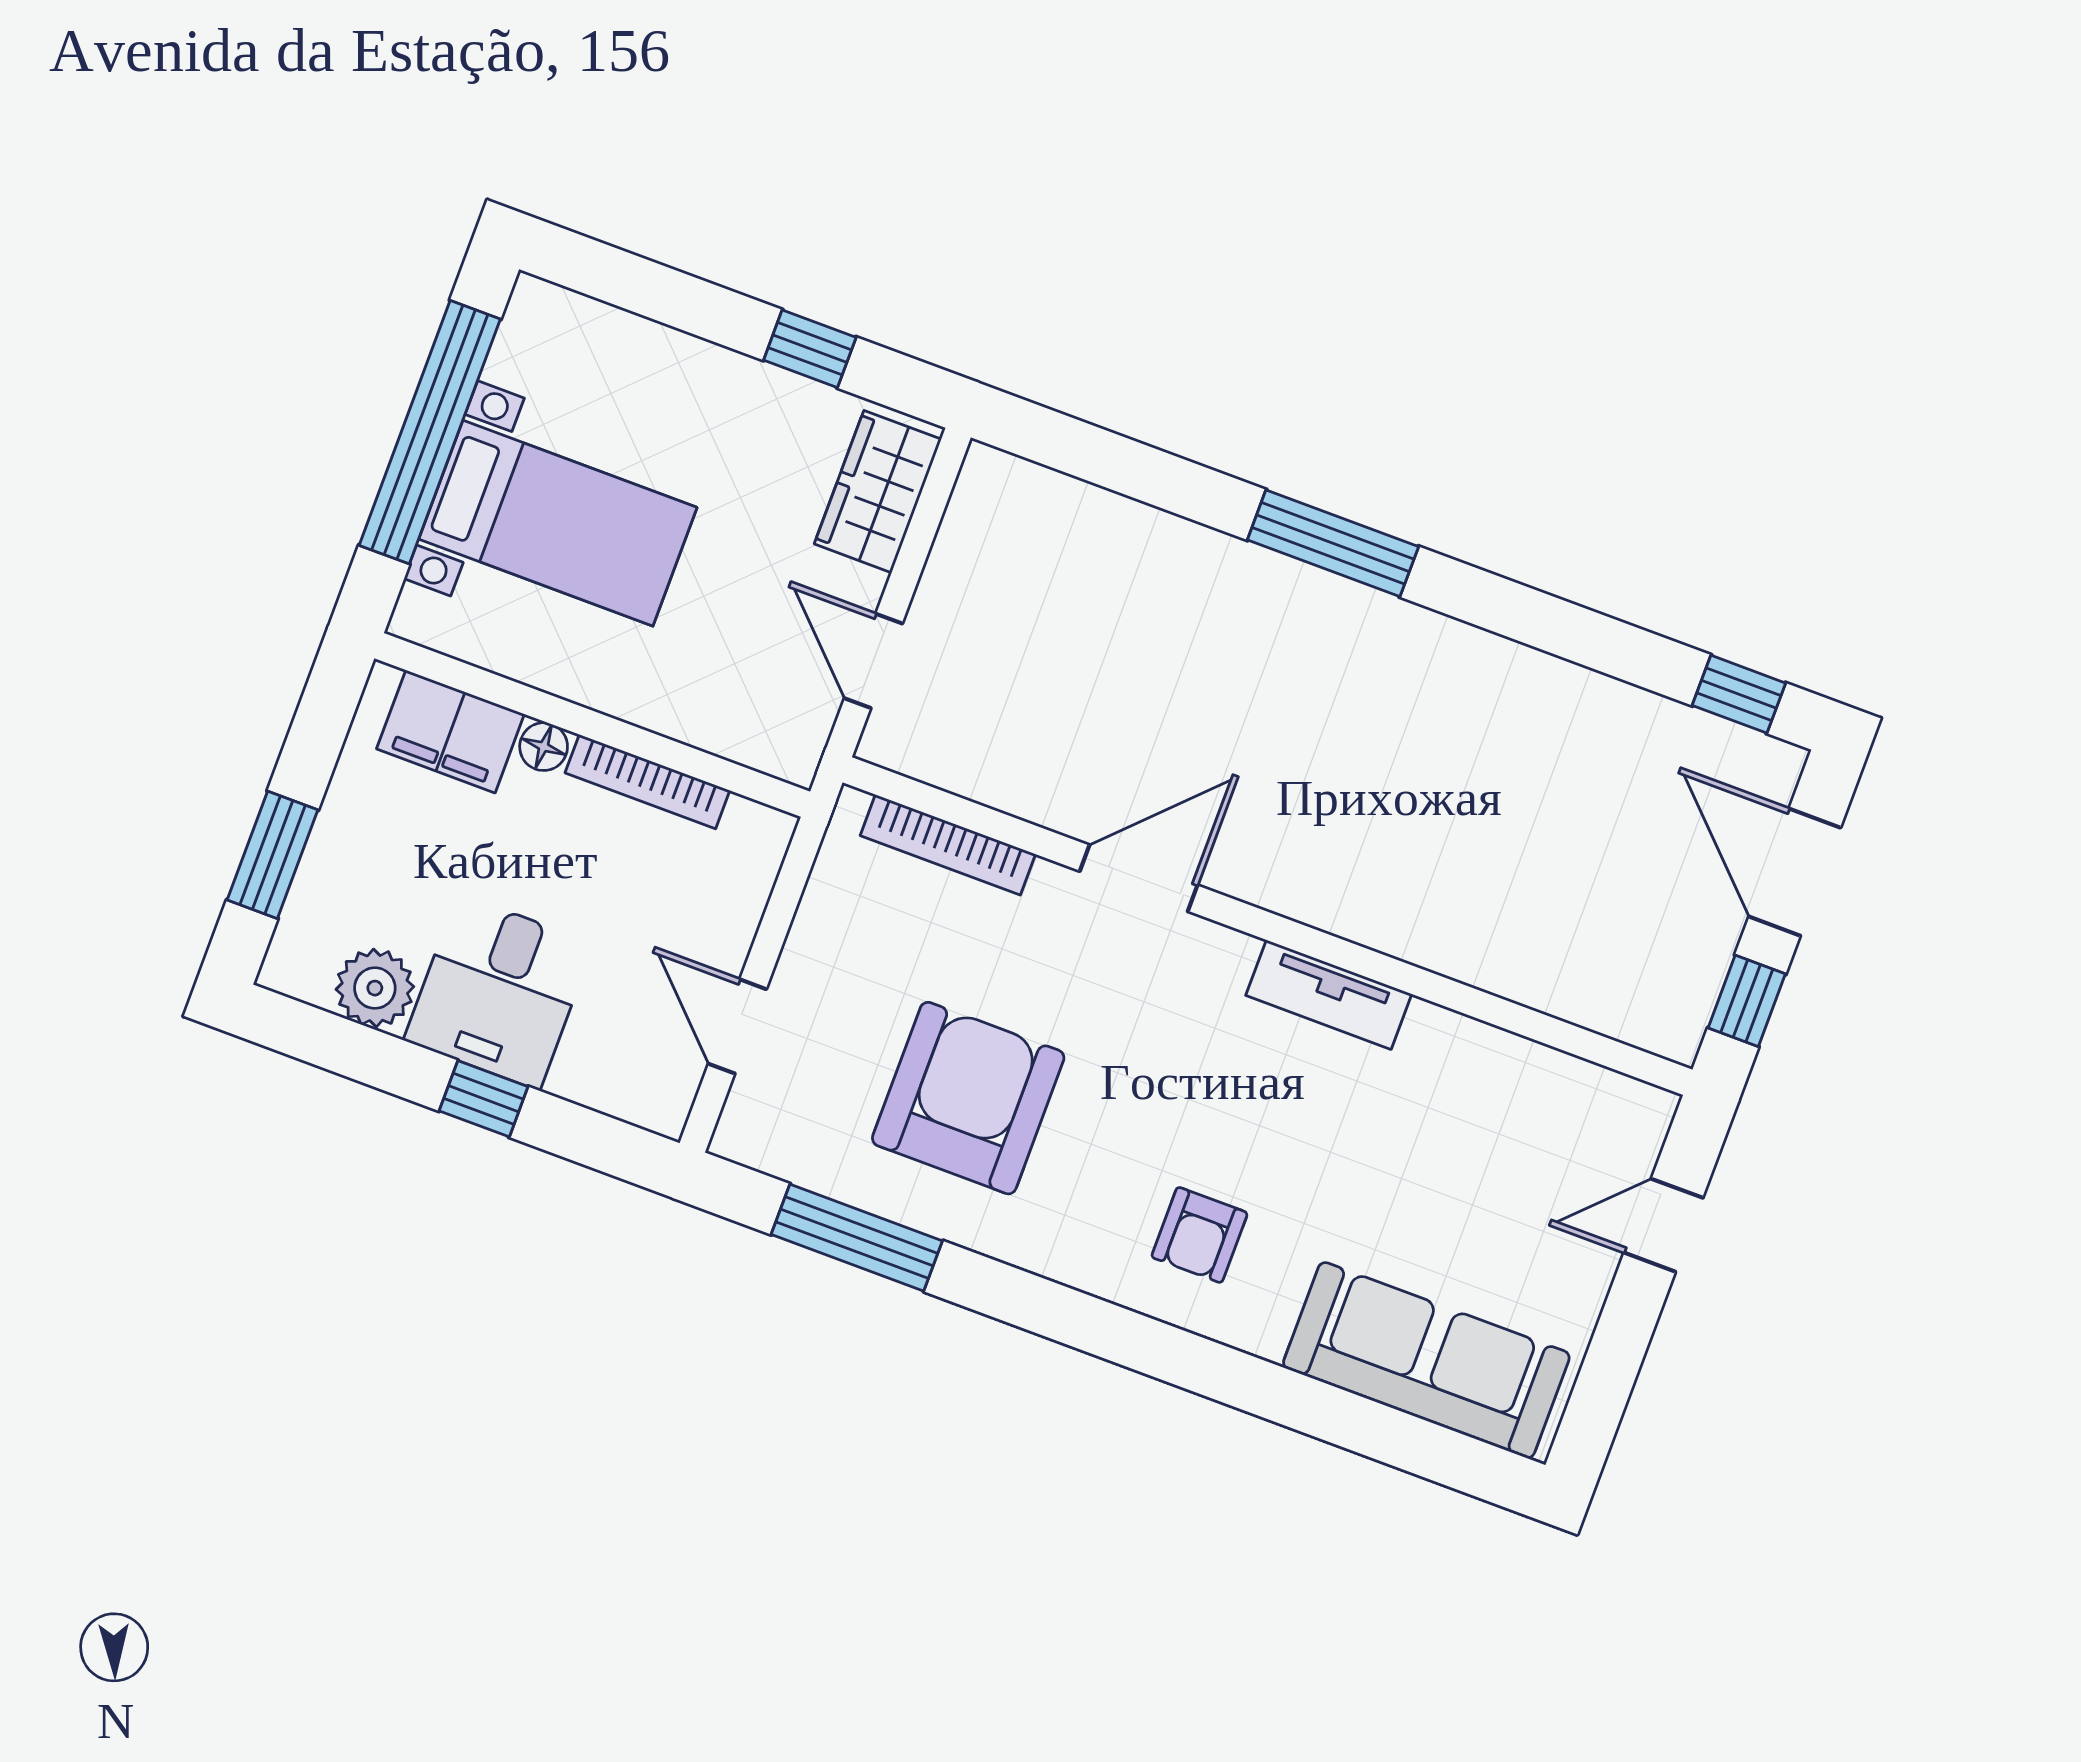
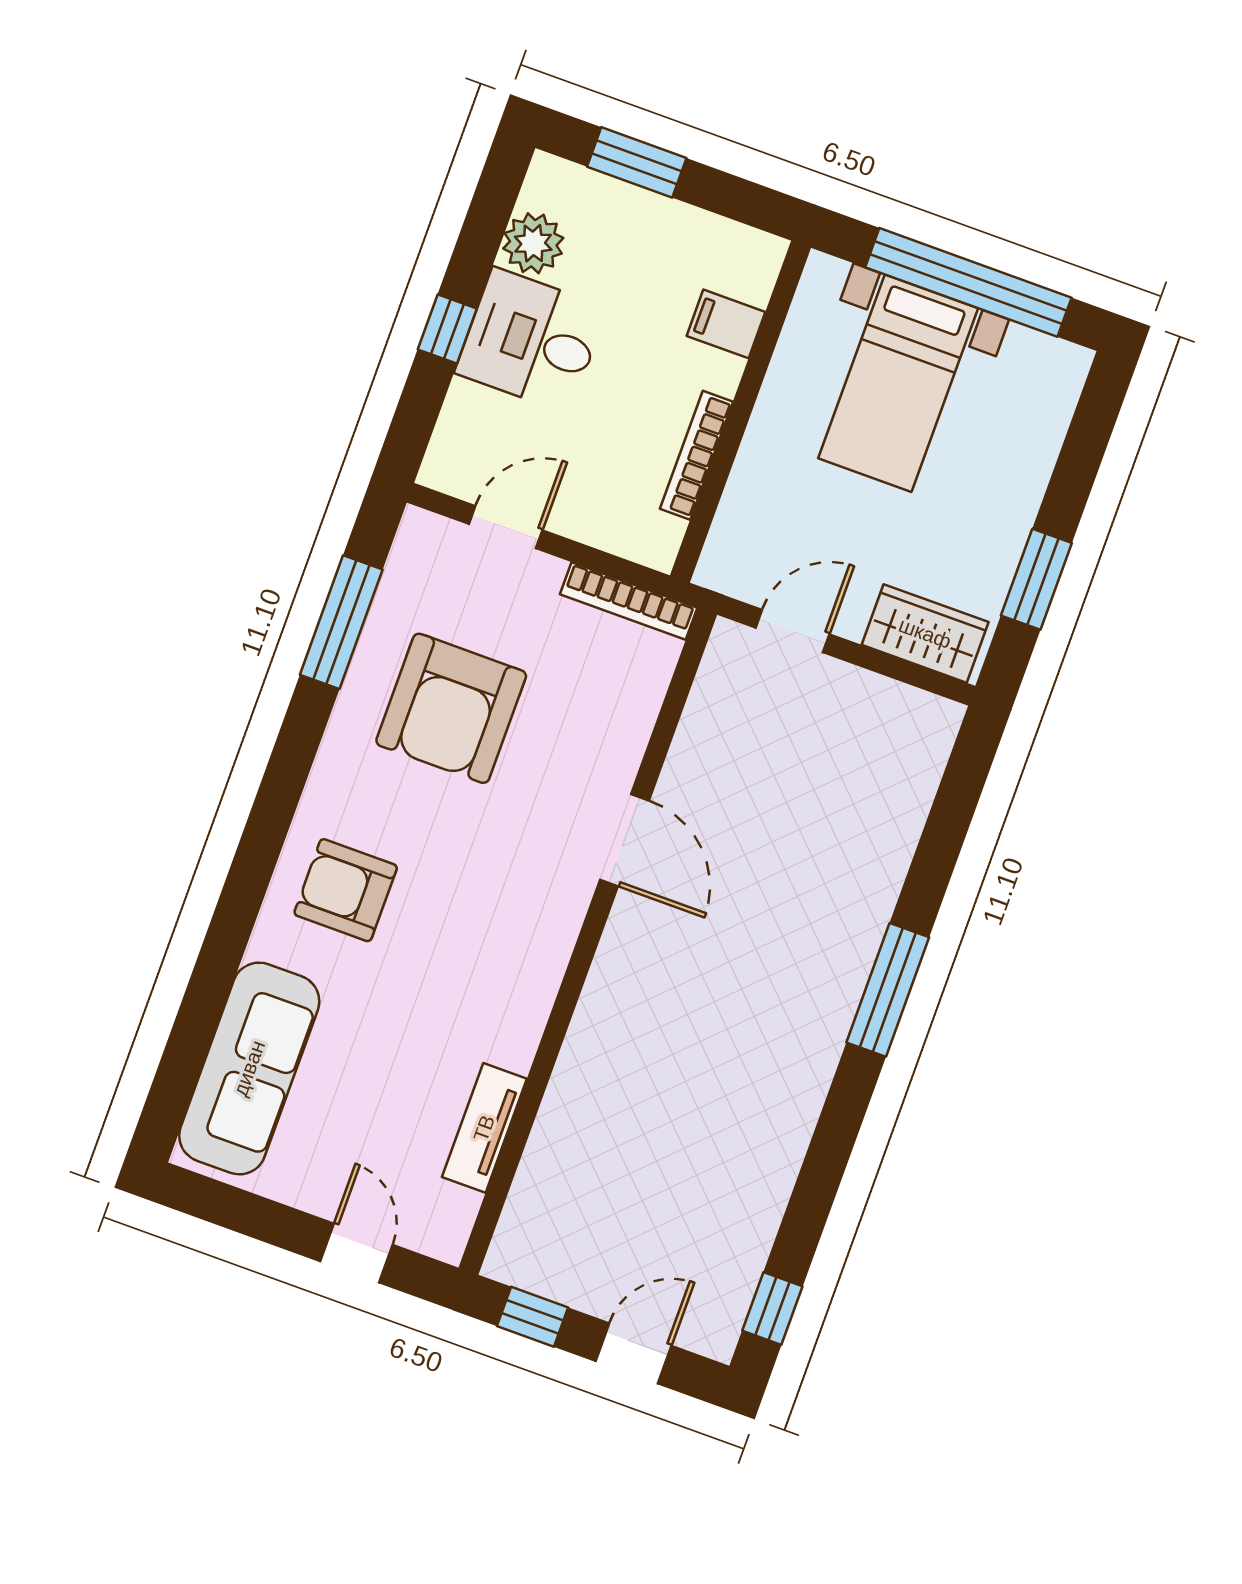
window: (810, 349) -> (1036, 579), width x1.50
filing cabinet: (450, 731) -> (726, 324), width x0.50
floor lamp: (544, 747) -> (723, 374), removed
bookcase: (948, 845) -> (629, 601), moved, turned -90
door: (1795, 872) -> (634, 1353), width x0.73
tv unit: (1329, 995) -> (484, 1128), moved
armchair: (968, 1098) -> (451, 708), turned 90
armchair: (1199, 1235) -> (346, 890), width x1.38, depth x1.38

